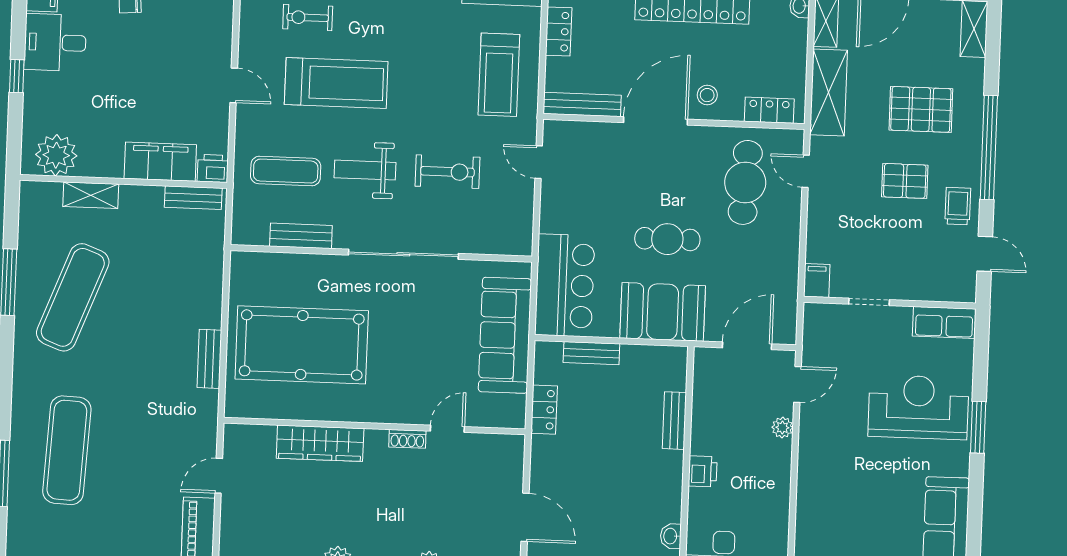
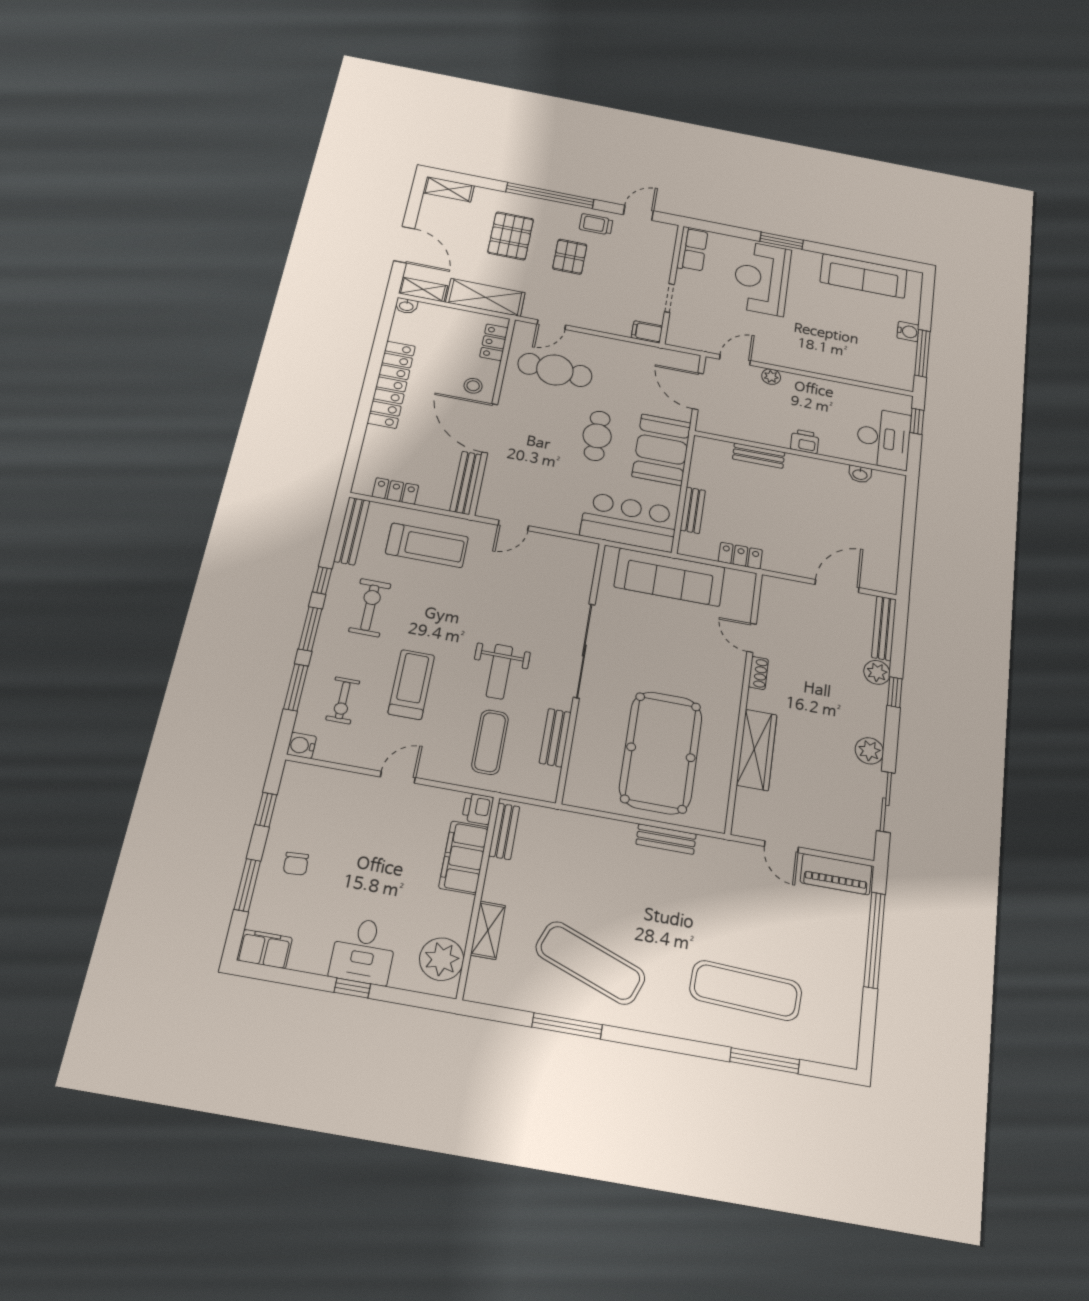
desk: (55, 42) -> (363, 951), moved
treadmill: (336, 83) -> (411, 684), width x0.73, depth x0.73
exercise bike: (447, 172) -> (370, 608), moved
door: (797, 385) -> (735, 360), hinge flipped

